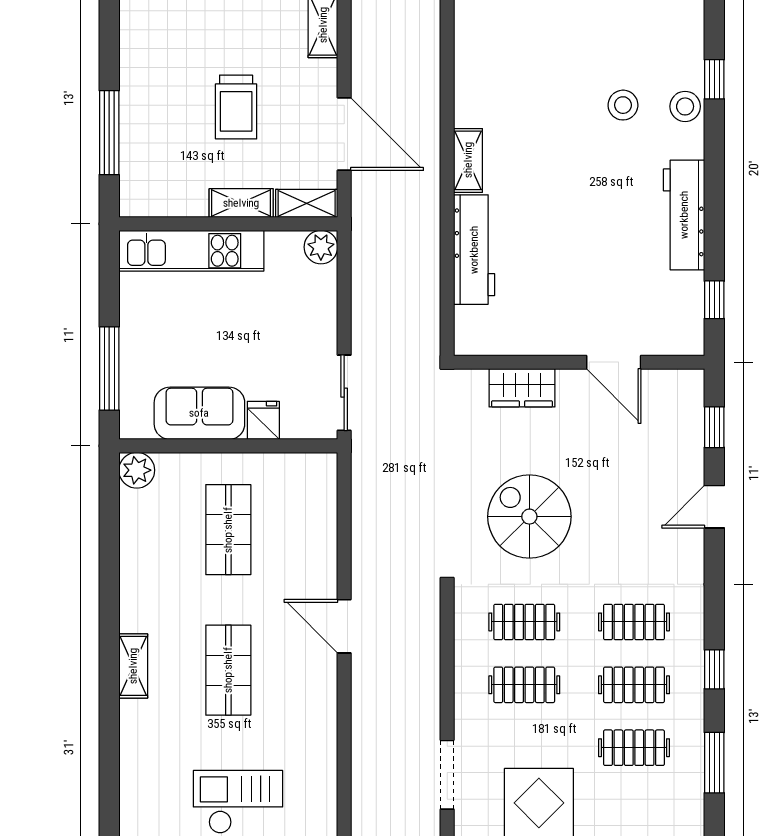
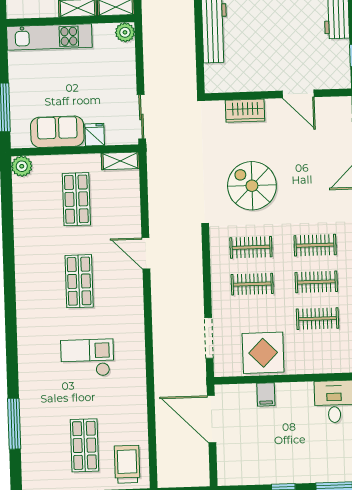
shelving: (133, 666) -> (120, 161), moved, turned 90

